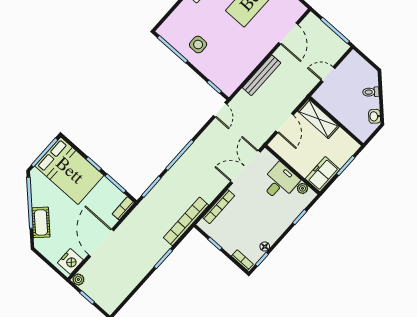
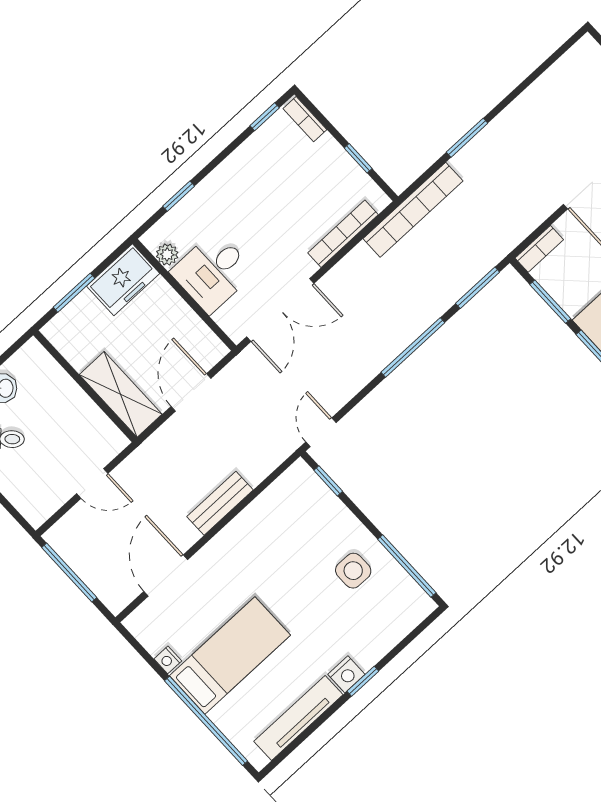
bench: (262, 75) -> (220, 503), width x0.73
floor lamp: (265, 247) -> (256, 143), removed

